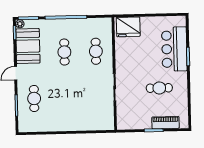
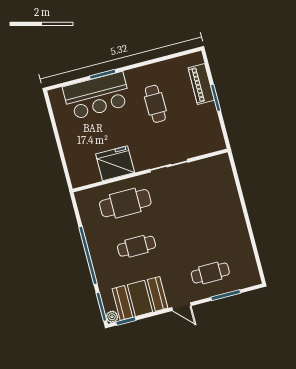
fridge: (128, 27) -> (115, 163), moved, turned -90
cafe table: (96, 51) -> (125, 203), width x1.37, depth x1.35

